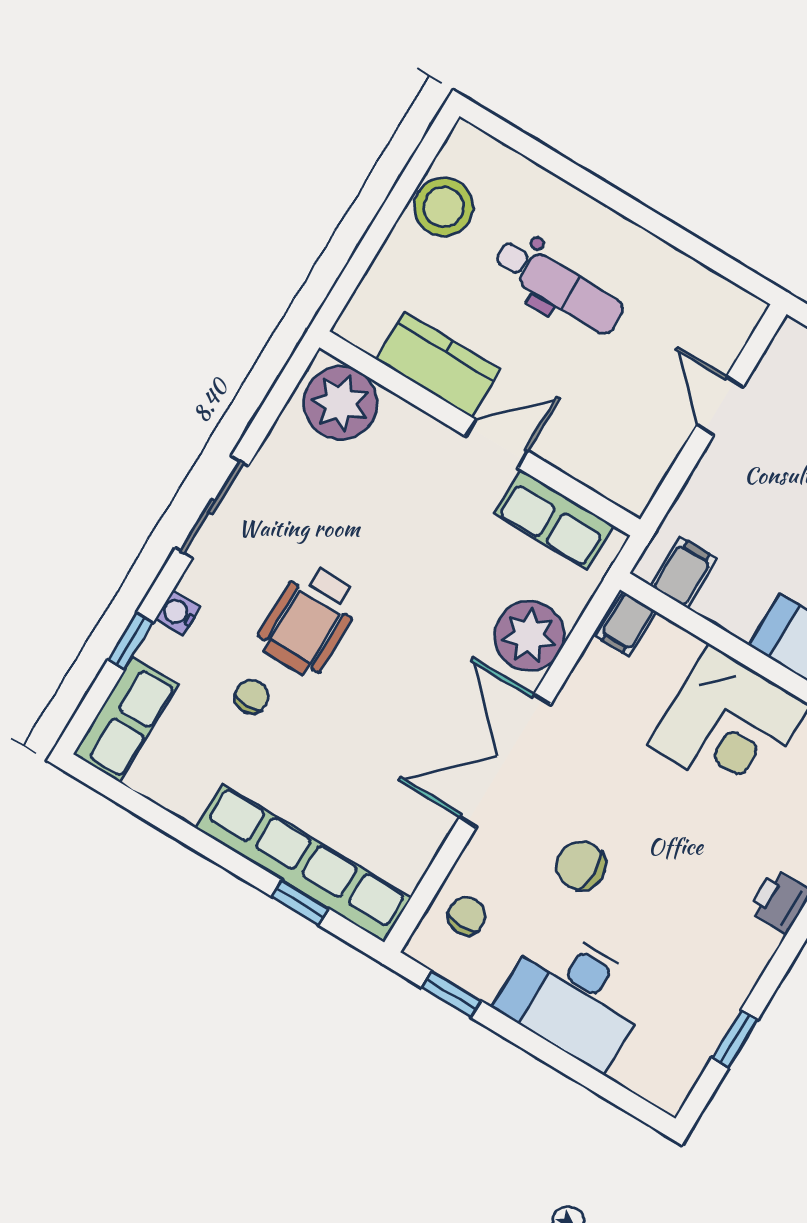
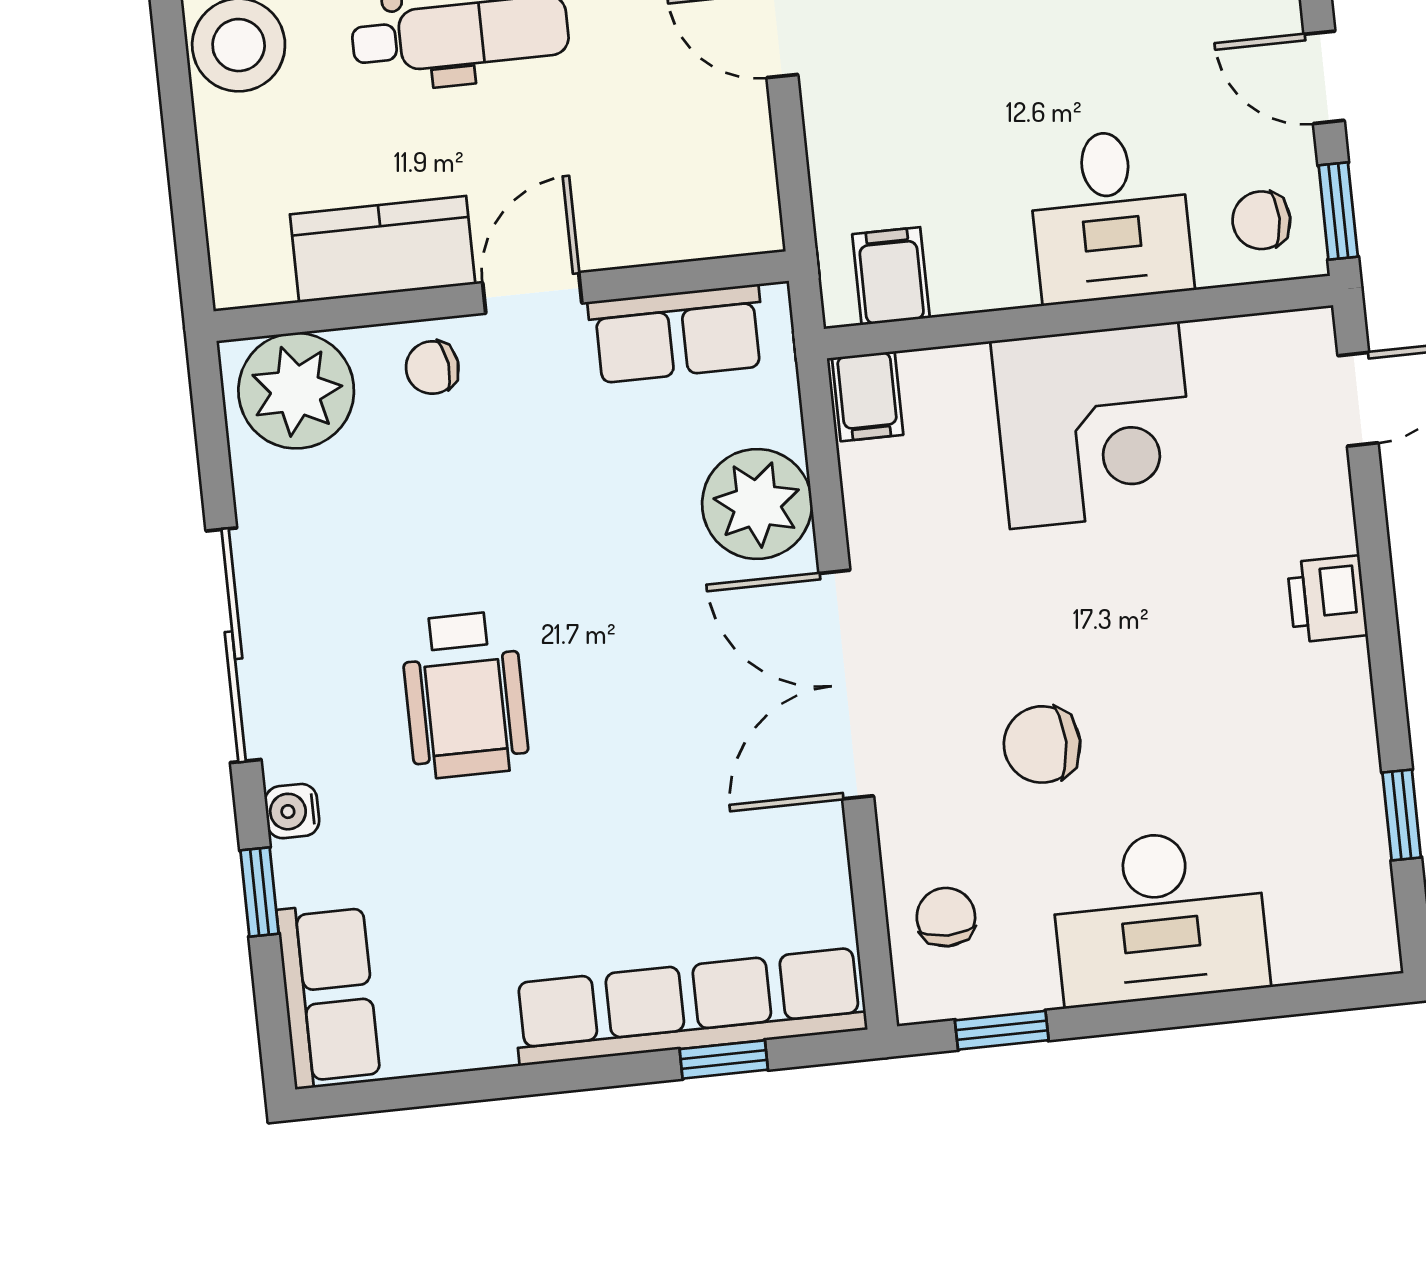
sliding door: (212, 507) -> (234, 645), width x1.37
chair: (251, 697) -> (432, 368), moved, turned -97

